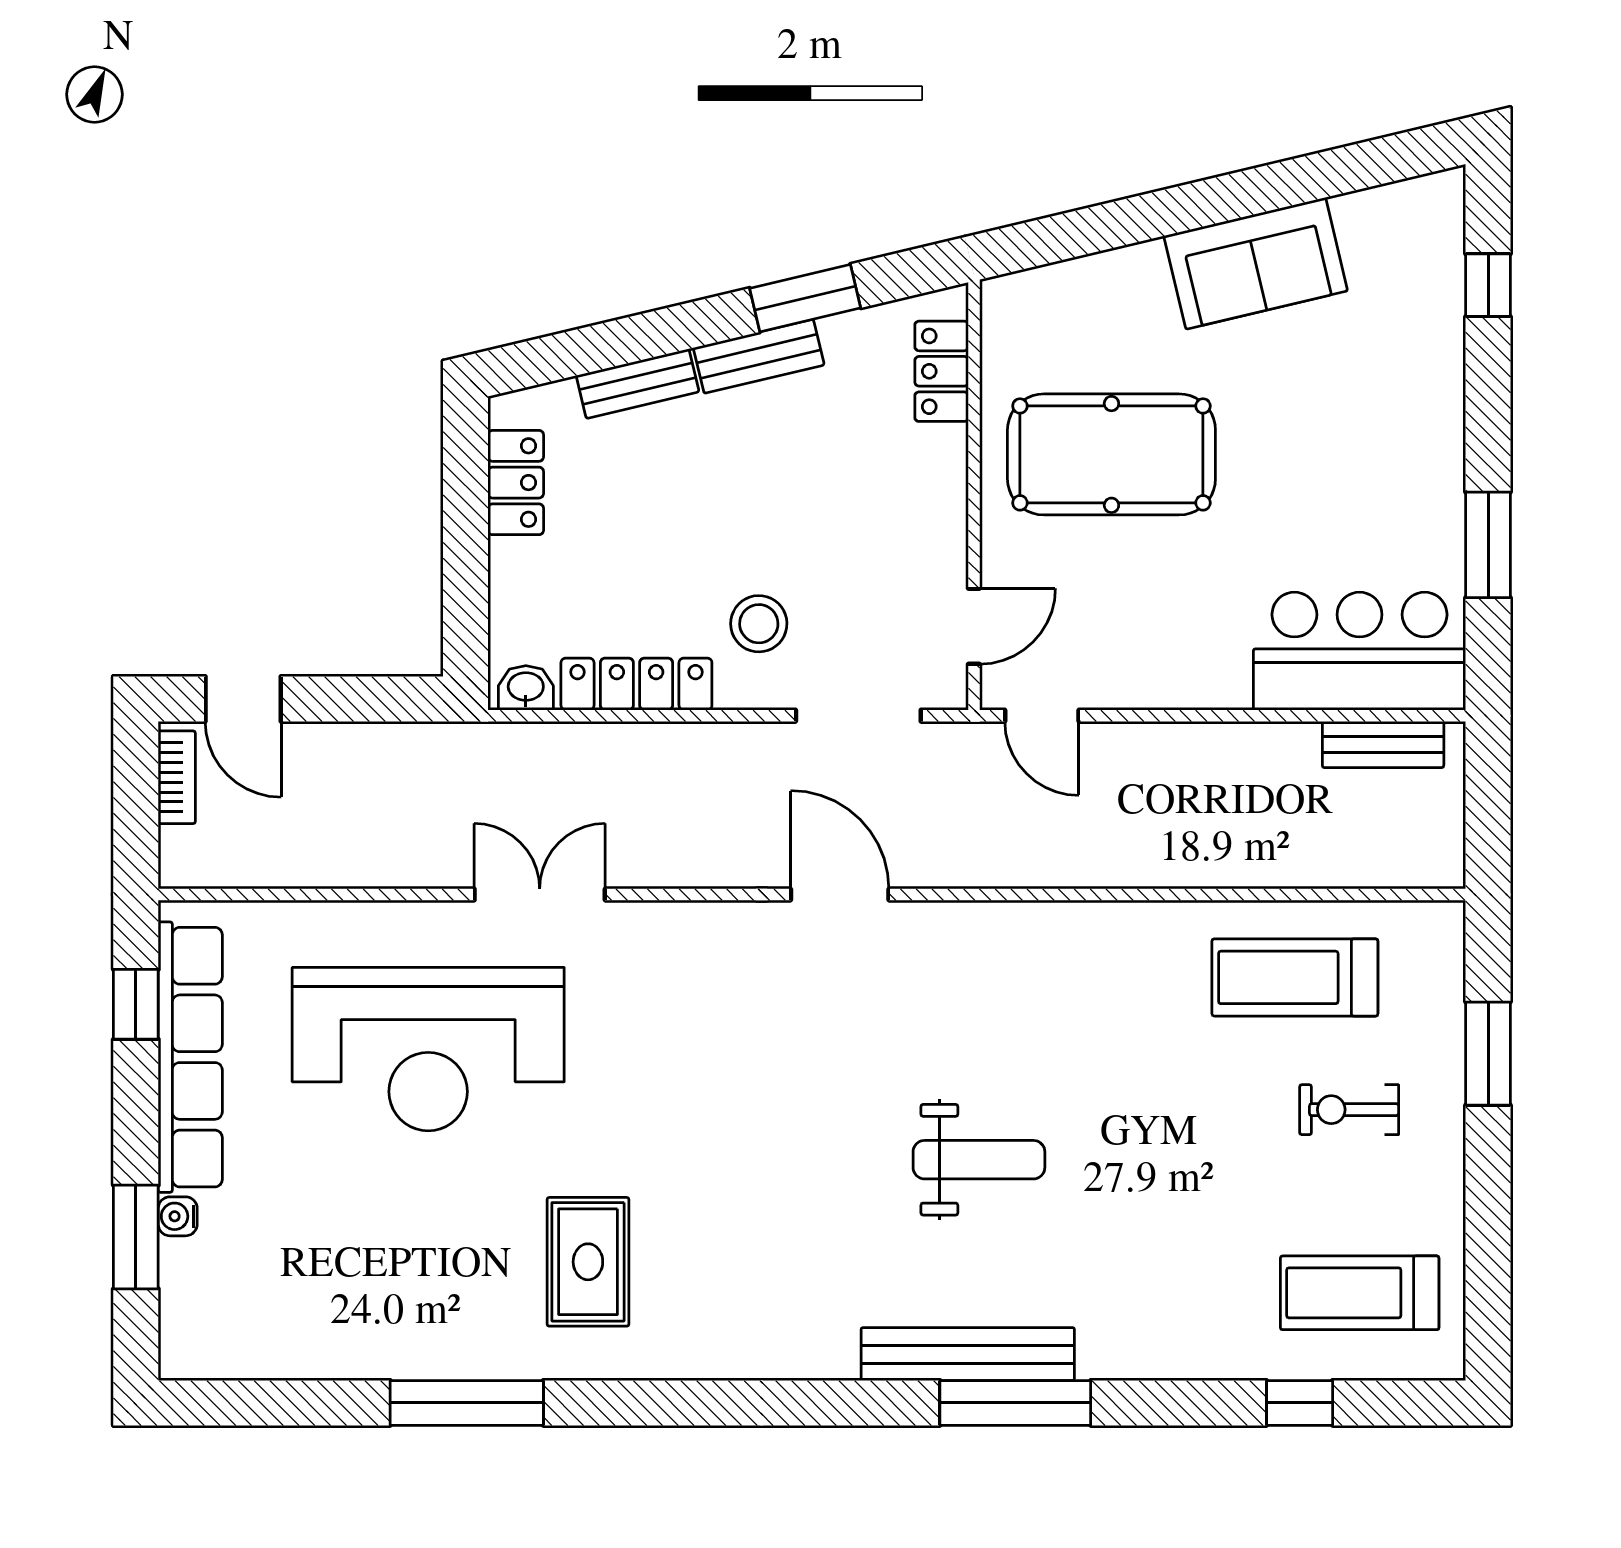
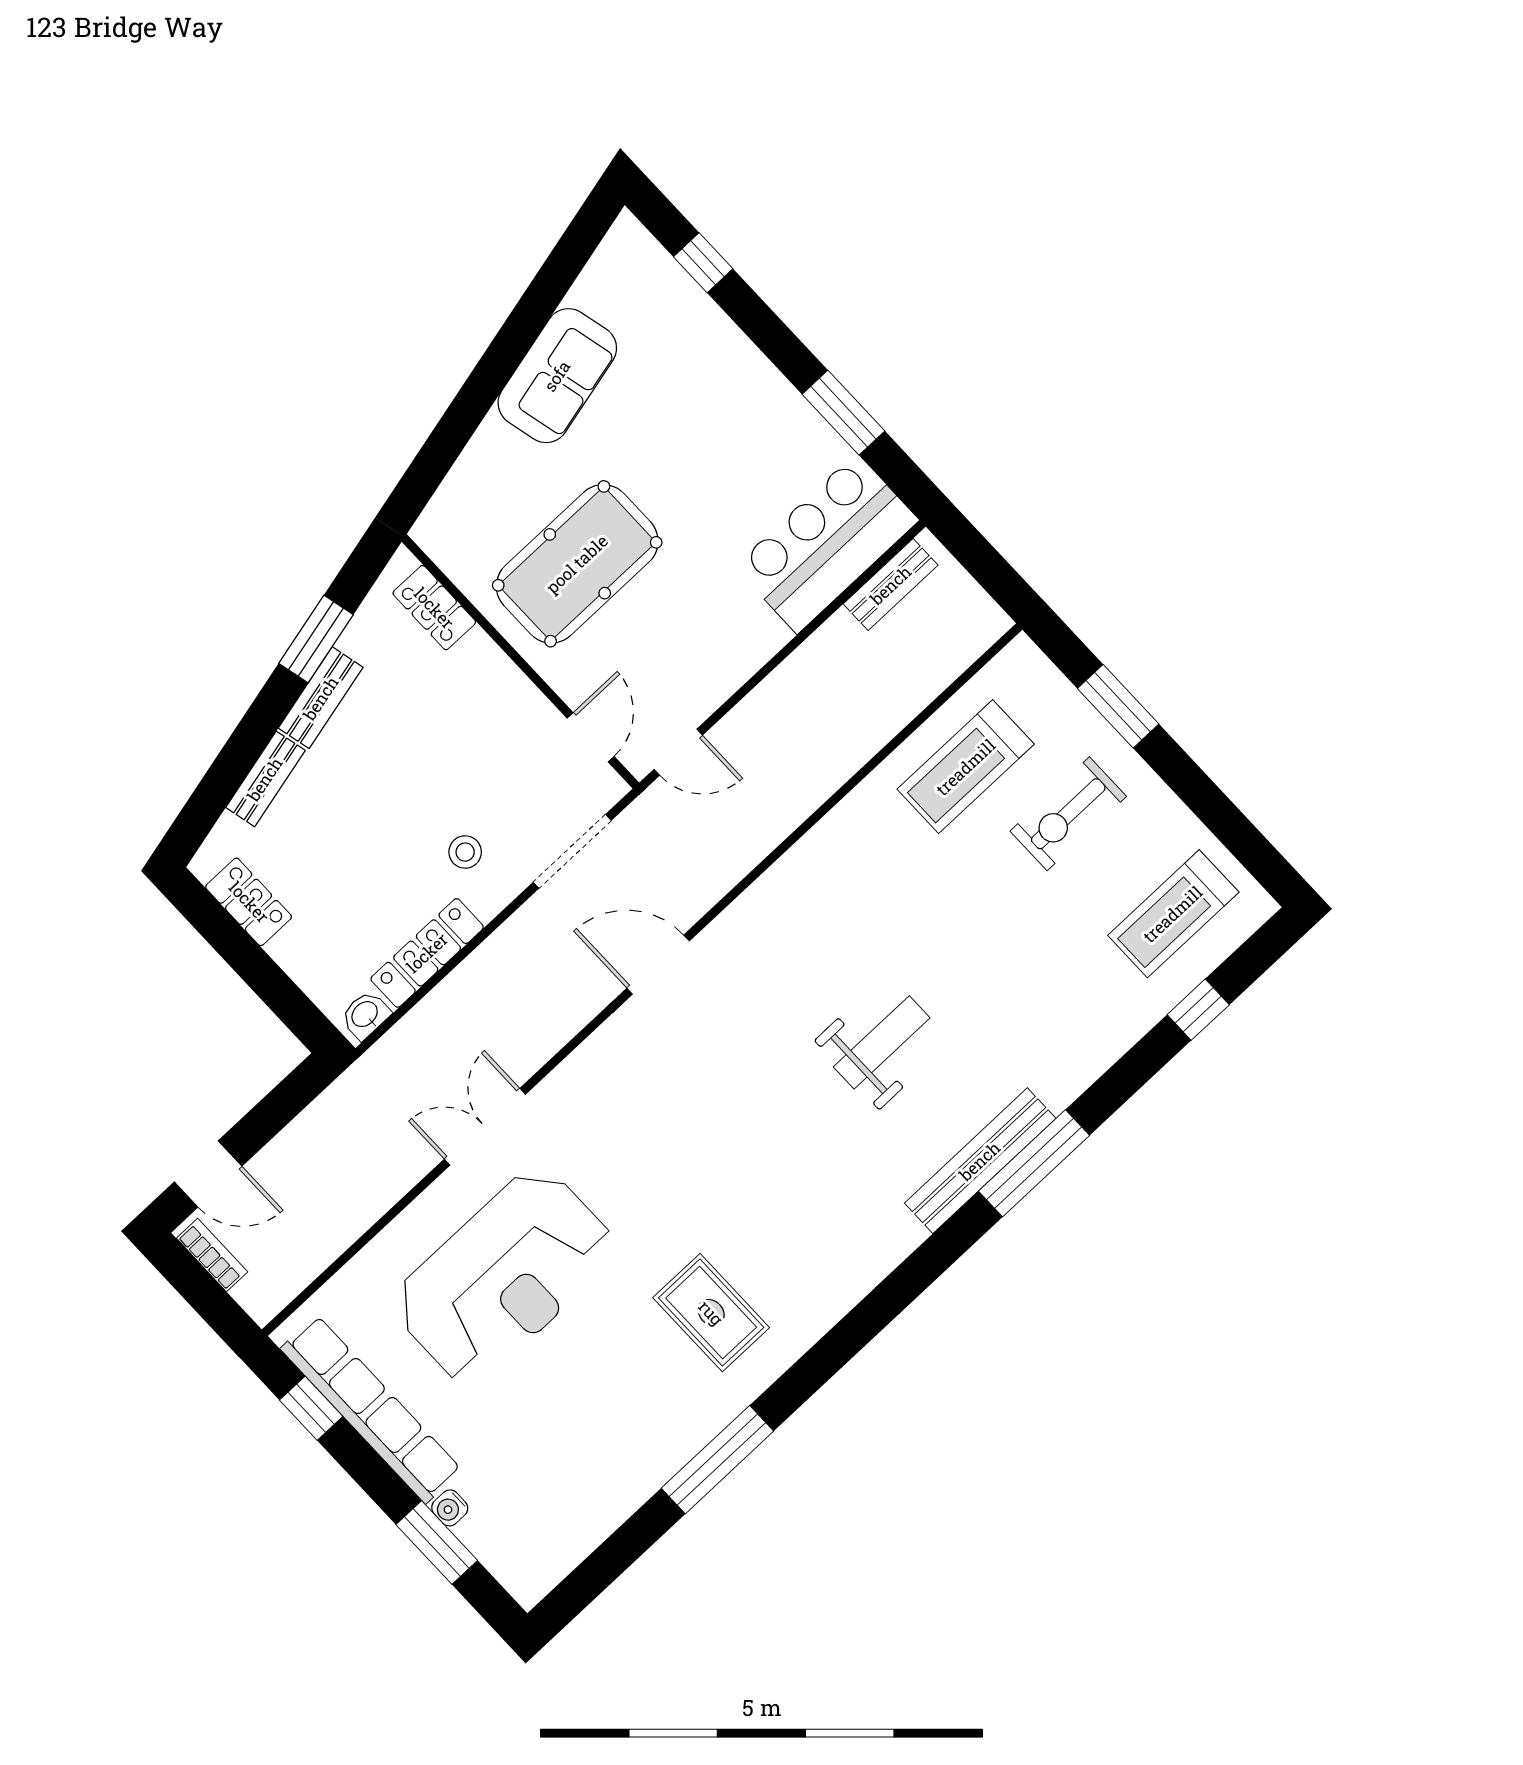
stool: (759, 624) -> (465, 852), width x0.73, depth x0.73
exercise bike: (1349, 1110) -> (1068, 814), width x1.38, depth x1.39

